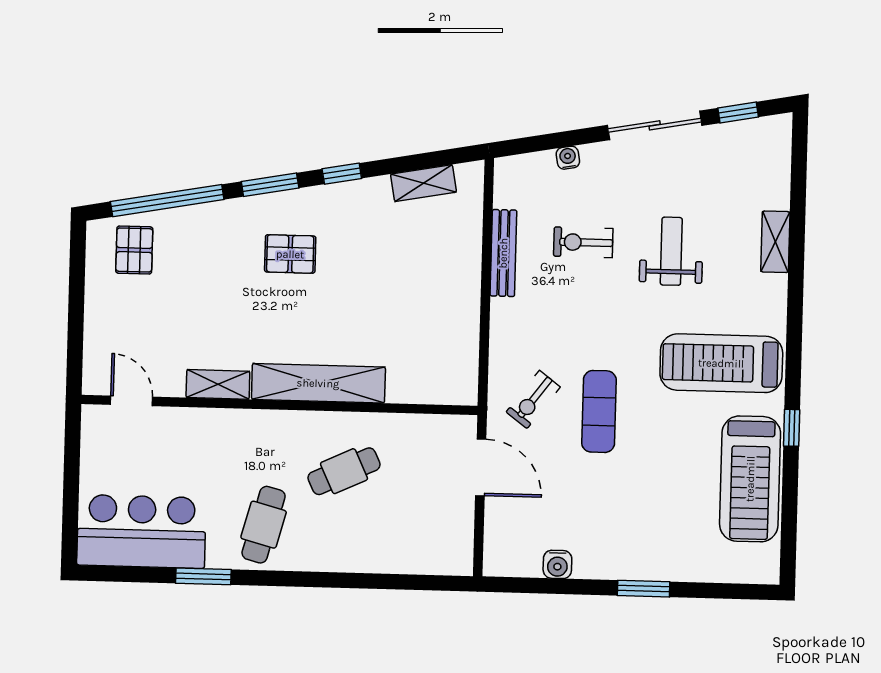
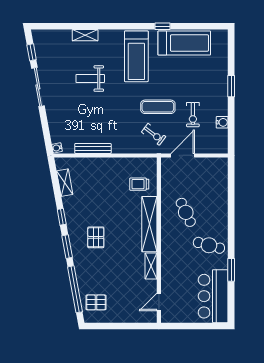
water cooler: (568, 158) -> (57, 148), moved
exercise bike: (583, 242) -> (193, 115), moved
trolley: (415, 362) -> (139, 184), added

